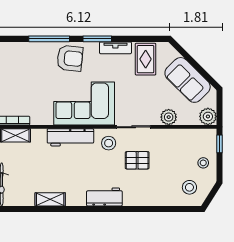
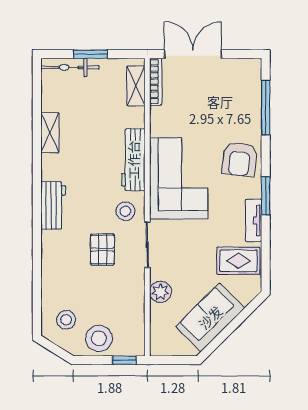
window: (49, 39) -> (266, 108), moved
plant: (208, 116) -> (161, 345), removed
stool: (203, 163) -> (99, 338), width x1.89, depth x1.89

